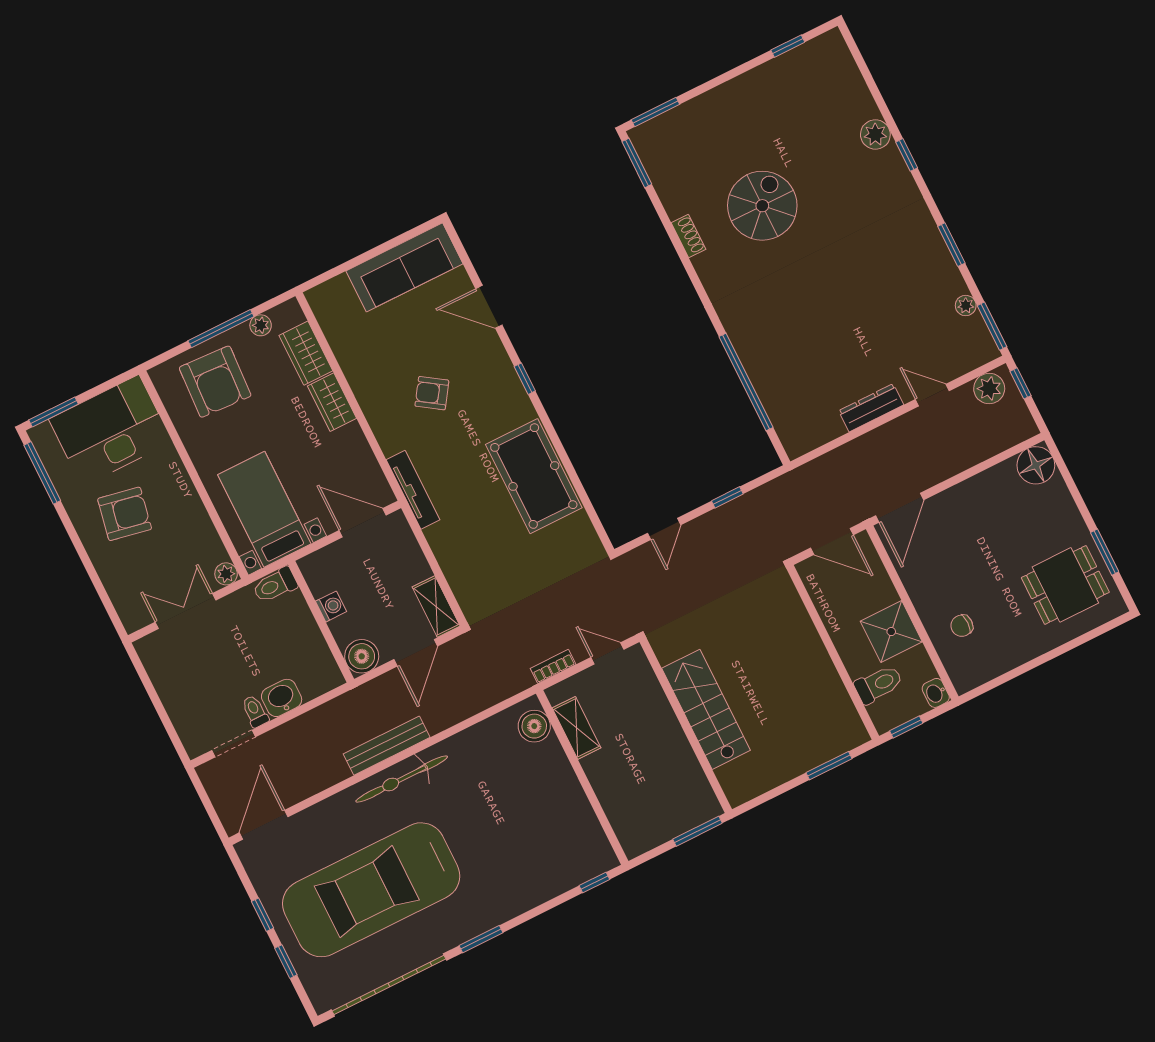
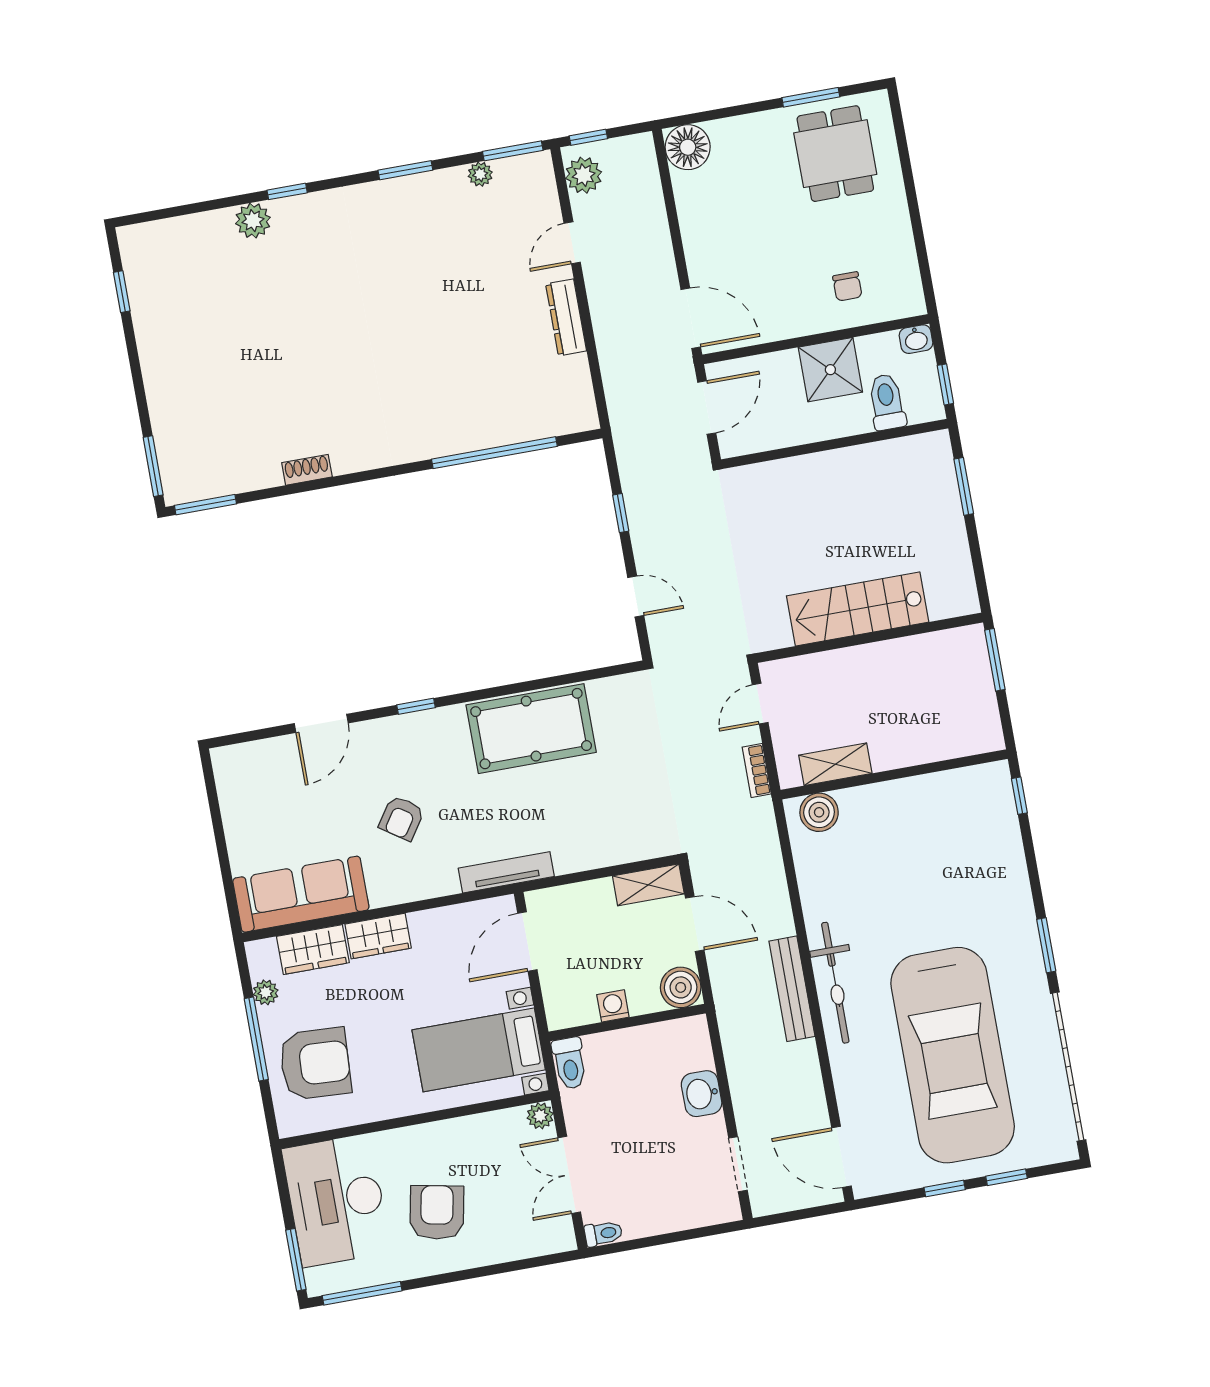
spiral stairs: (762, 206) -> (297, 375), removed
sofa: (404, 267) -> (301, 894), moved, turned -90
toilet: (255, 711) -> (603, 1233), moved, turned 180

